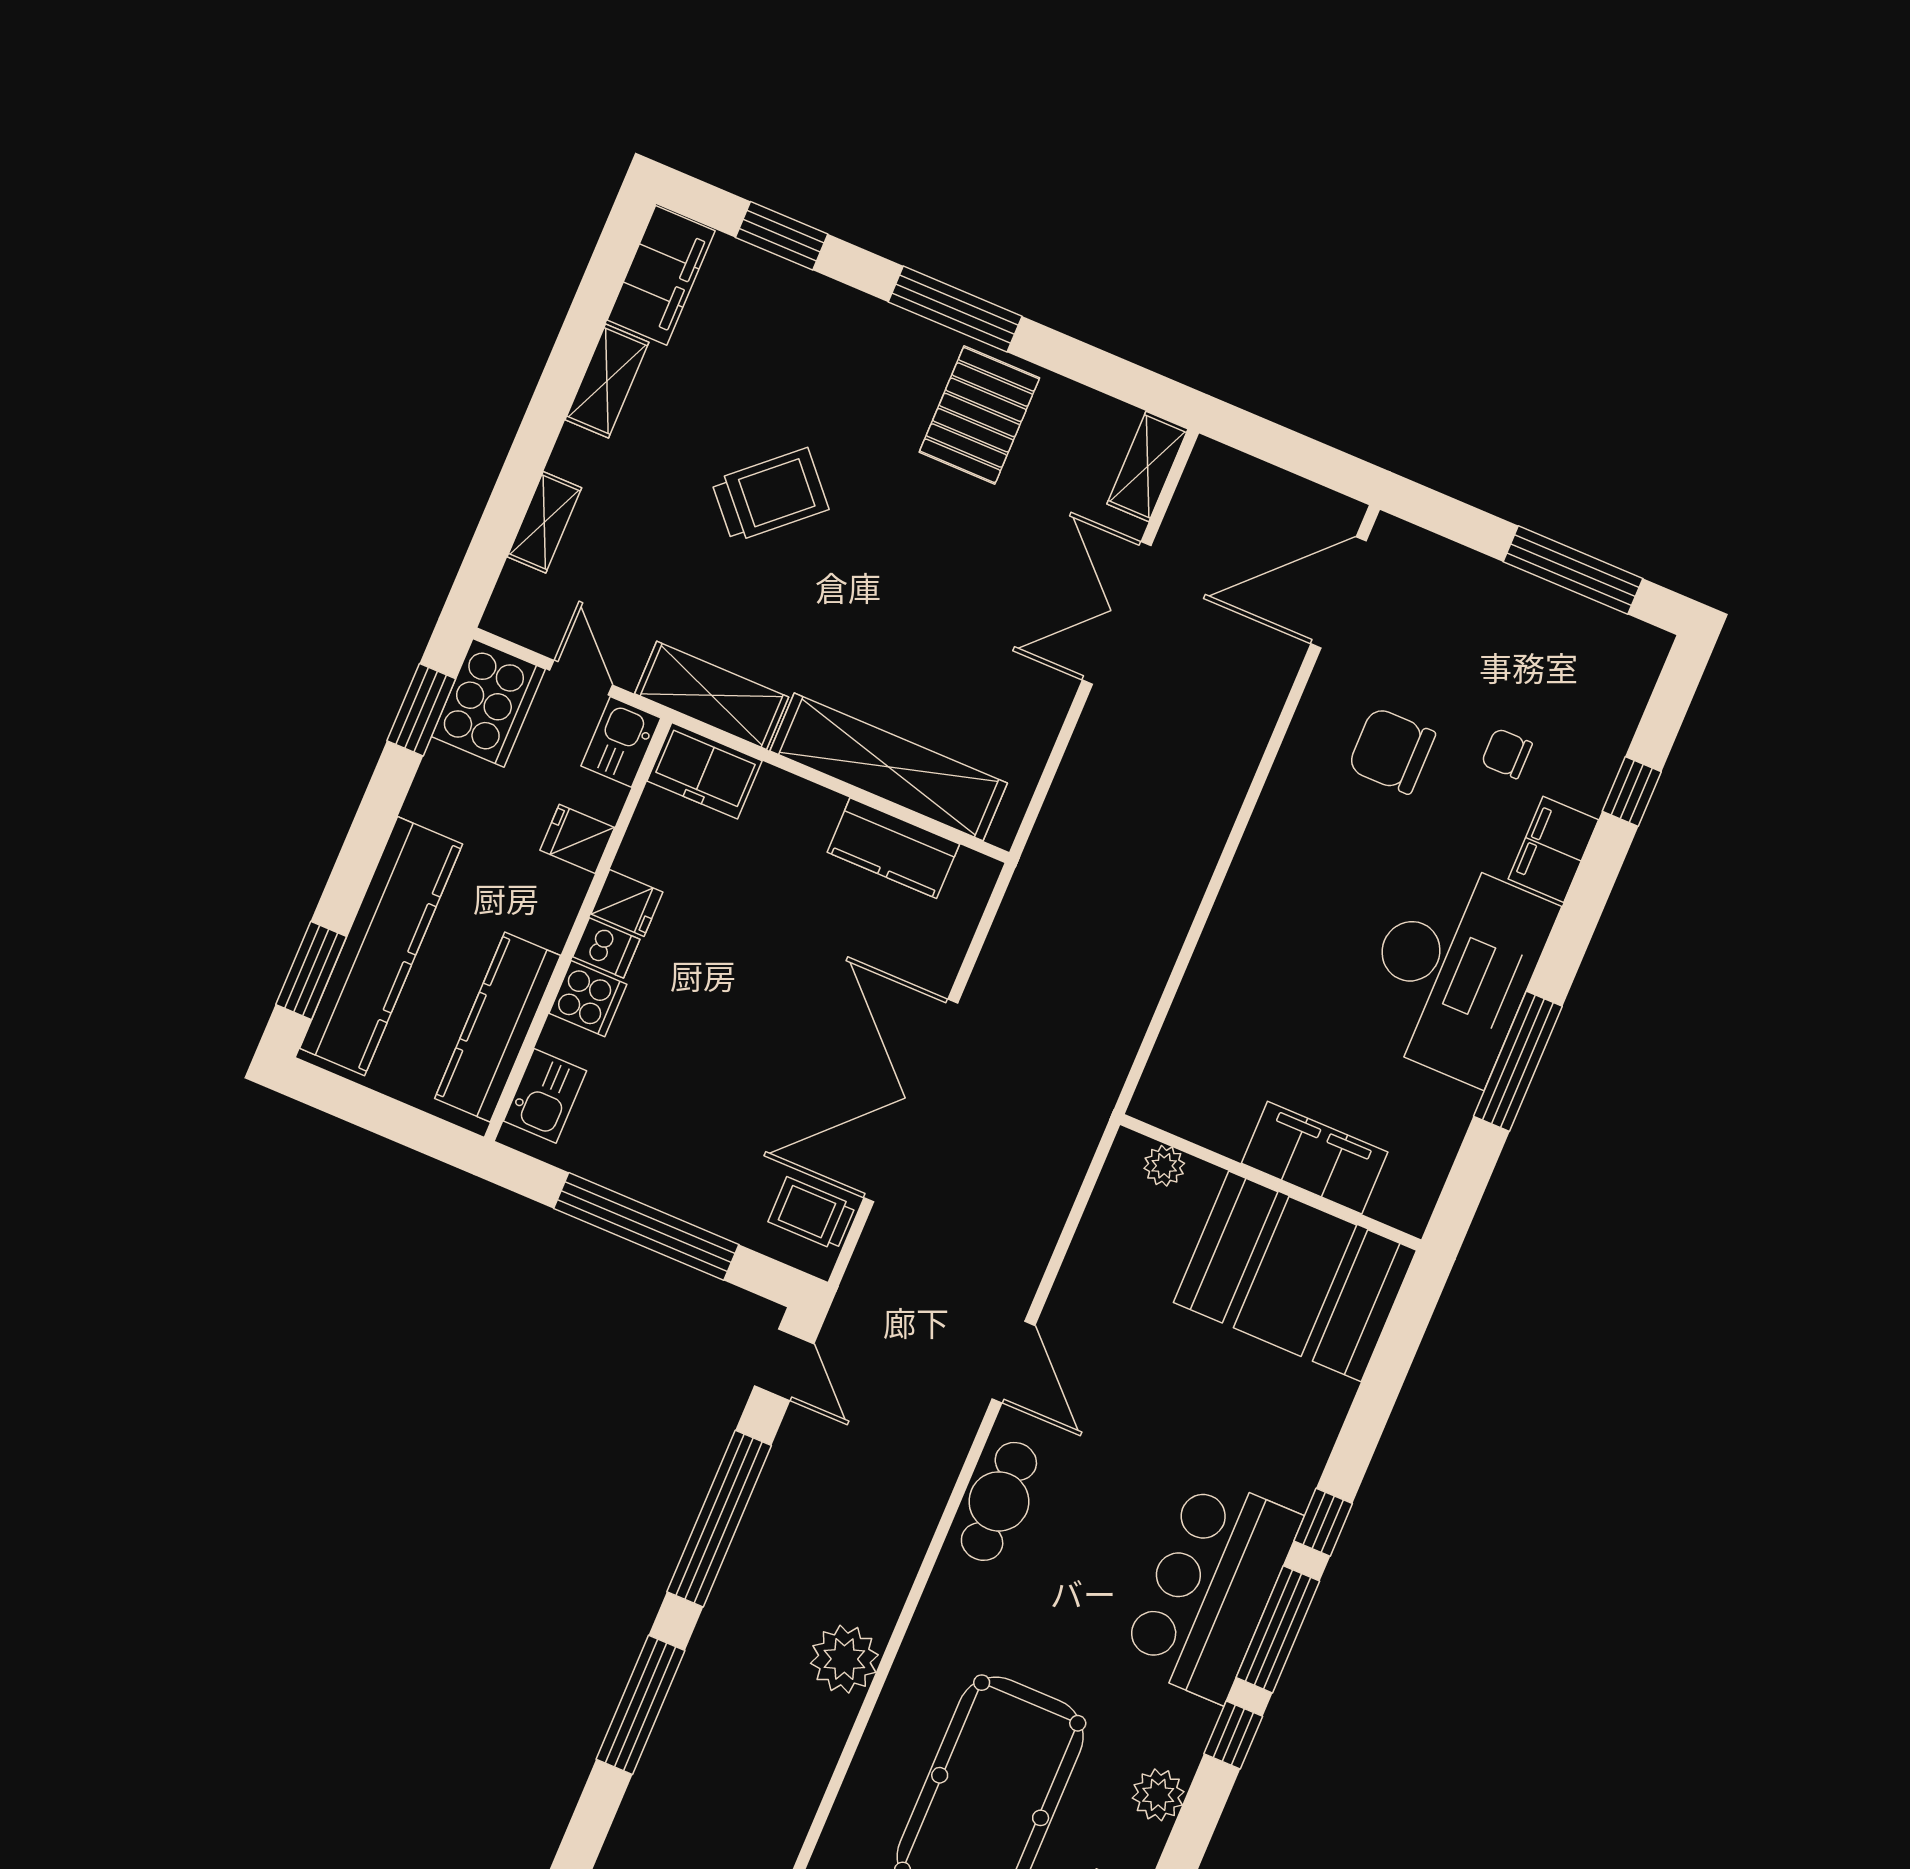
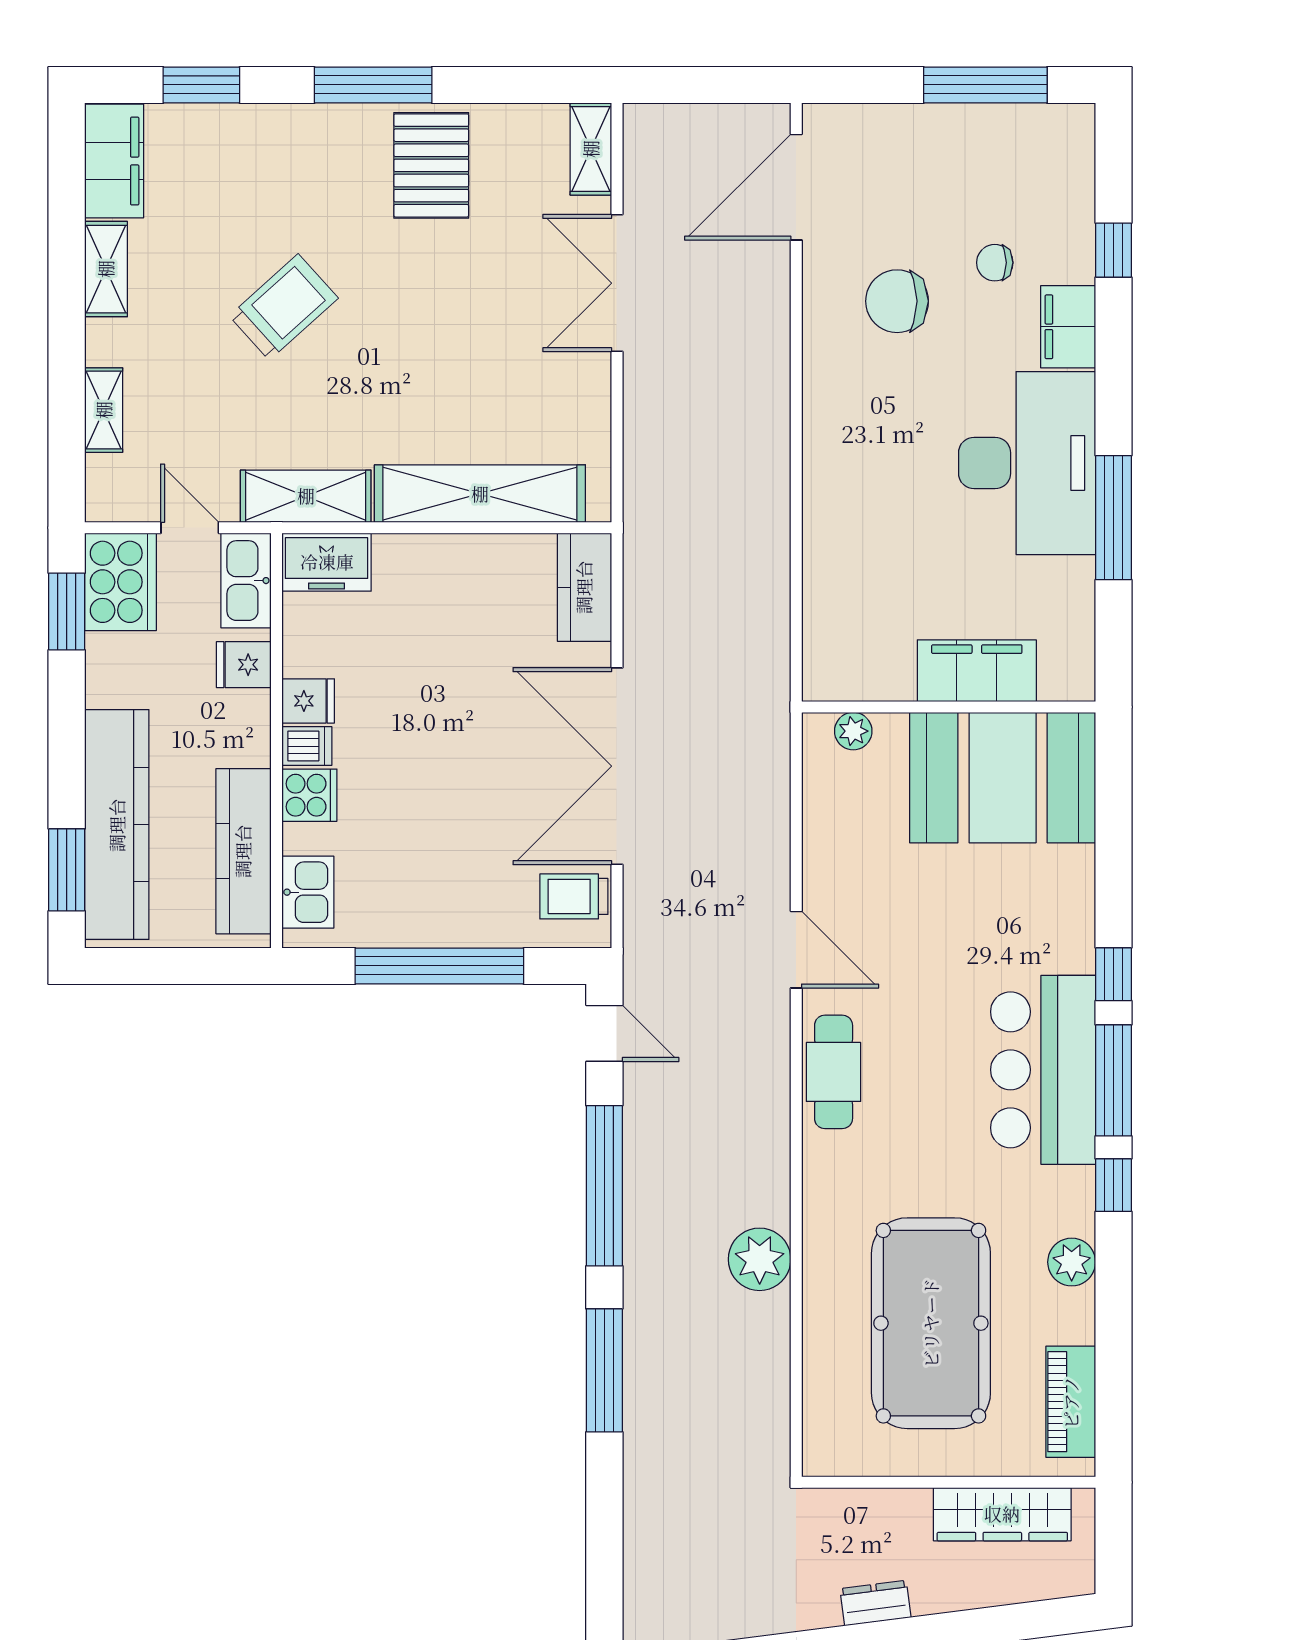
kitchen sink: (621, 742) -> (246, 581), width x1.38
kitchen counter: (893, 848) -> (584, 587), moved, turned 90

